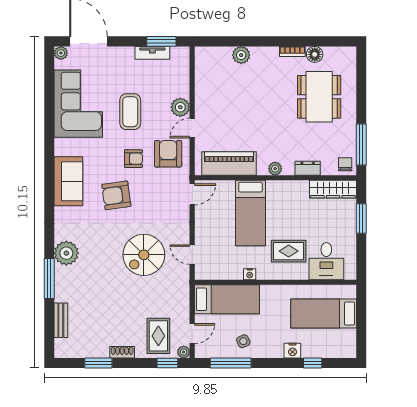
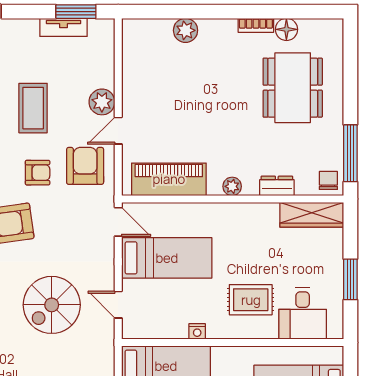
door: (192, 194) -> (118, 222), hinge flipped
bed: (250, 213) -> (167, 258), moved, turned -90
window: (361, 219) -> (350, 279), moved

